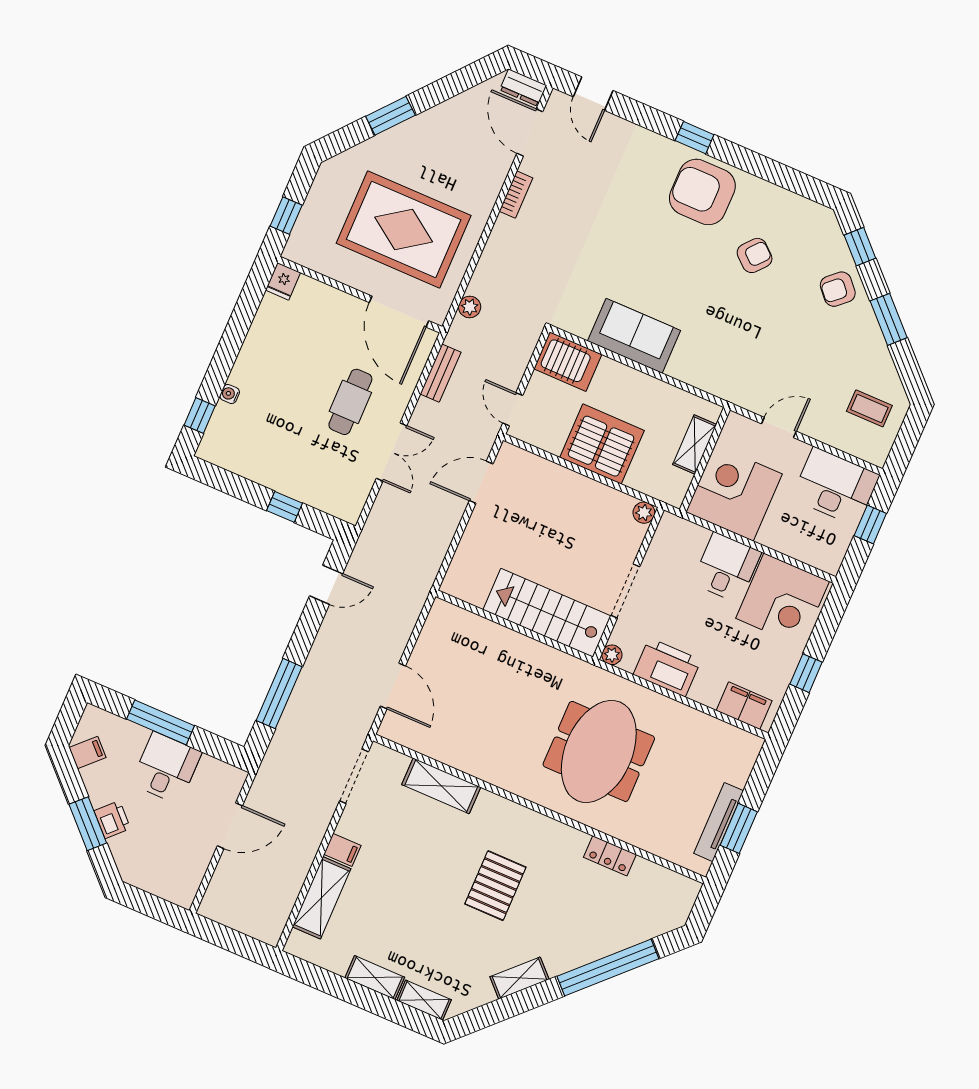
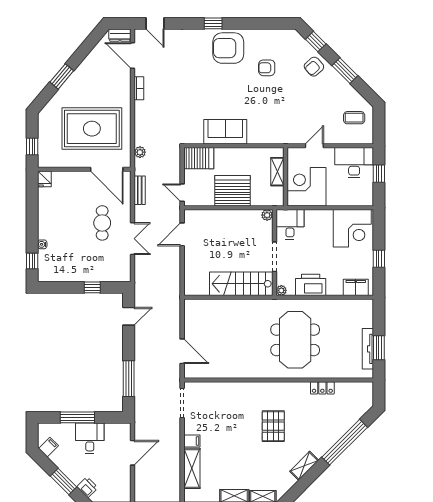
armchair: (755, 255) -> (267, 68), turned -131
desk: (727, 568) -> (290, 224), moved
shelving: (441, 786) -> (226, 389), removed
printer: (112, 820) -> (87, 487), moved

